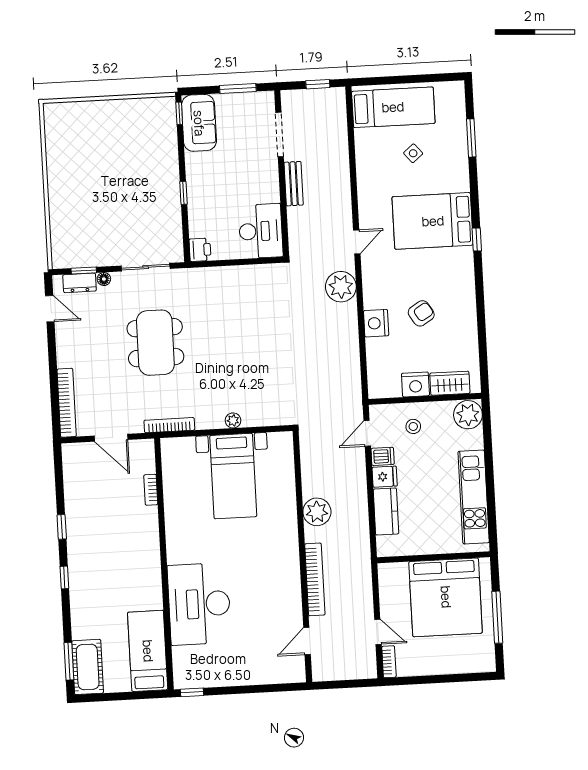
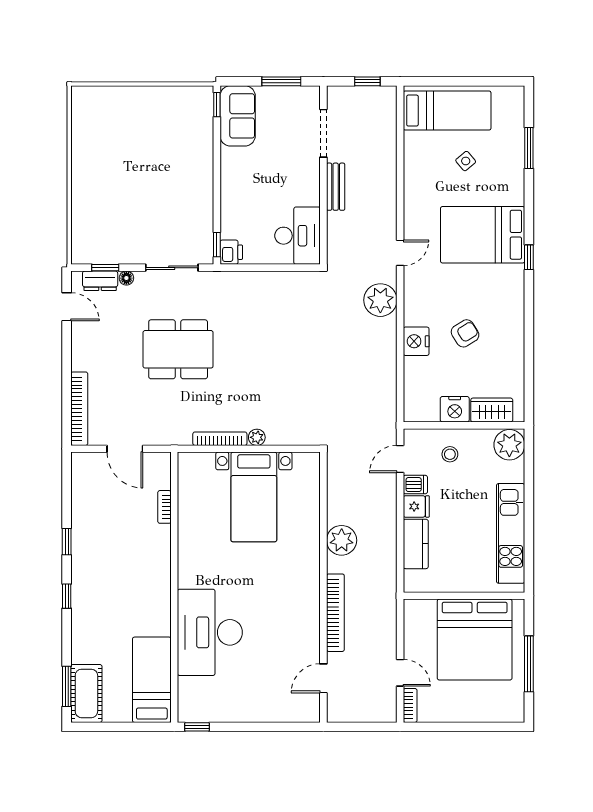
window: (183, 193) -> (217, 245), moved
dining table: (155, 343) -> (178, 349), turned 90
bookcase: (169, 425) -> (220, 439), moved

